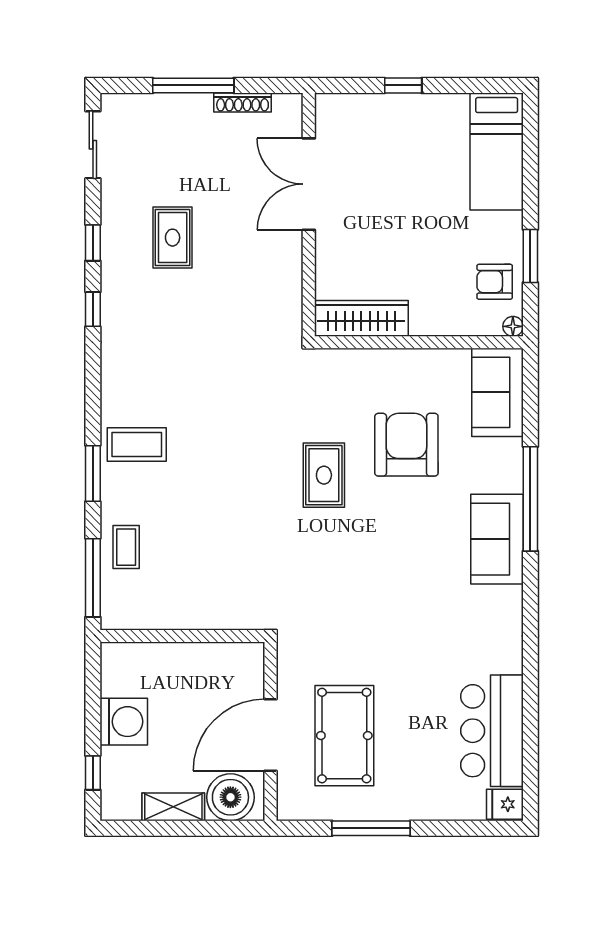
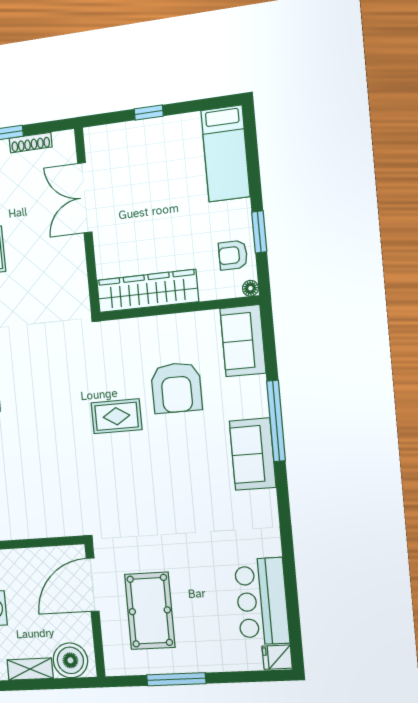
wardrobe: (361, 318) -> (147, 291), width x1.40, depth x1.17
armchair: (406, 445) -> (176, 388), turned 180
rug: (324, 475) -> (116, 416), turned 90
door: (271, 735) -> (93, 585), moved

